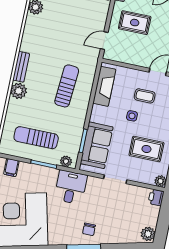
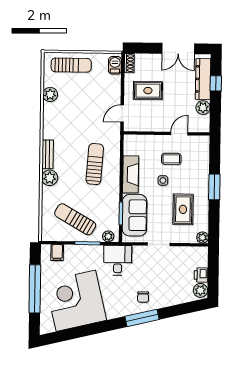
fireplace: (104, 86) -> (131, 174), moved
sun lounger: (36, 138) -> (75, 219), turned 30
rug: (146, 149) -> (183, 209), turned 90
printer: (156, 198) -> (201, 275), moved

